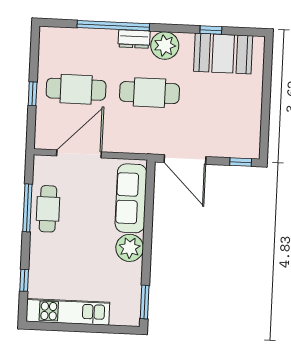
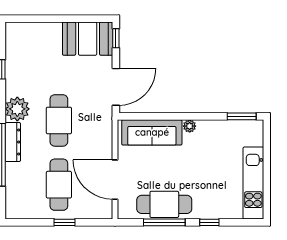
dresser: (134, 39) -> (13, 142), width x1.44
booth: (223, 54) -> (88, 39), moved, turned 90
cafe table: (48, 209) -> (164, 204), width x1.37, depth x1.35
plant: (130, 248) -> (190, 126), width x0.53, depth x0.53
window: (24, 280) -> (209, 222), moved

